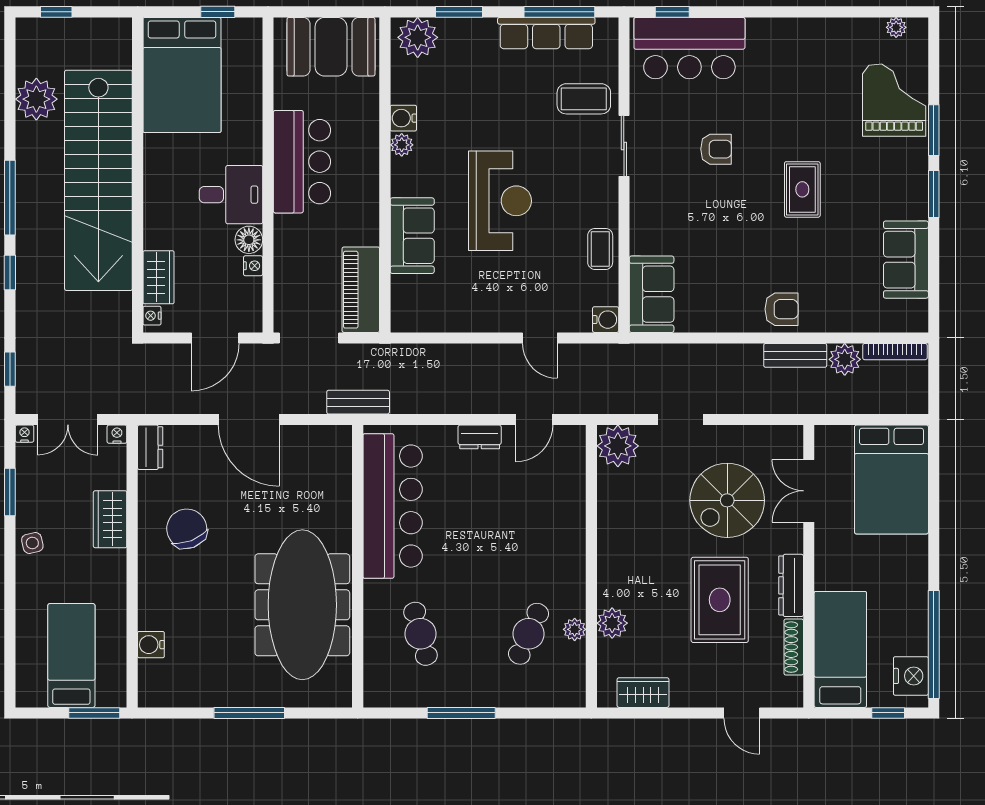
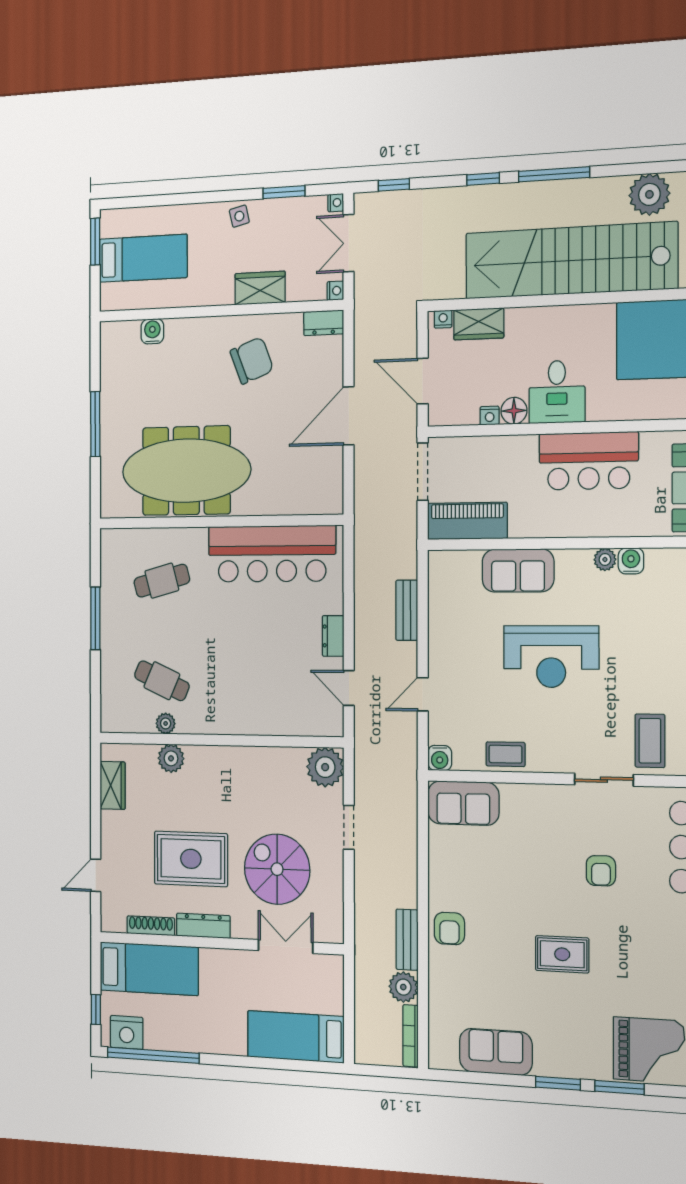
bench: (358, 402) -> (407, 610), moved
bed: (891, 479) -> (296, 1037), width x0.67
window: (94, 713) -> (95, 242), moved

